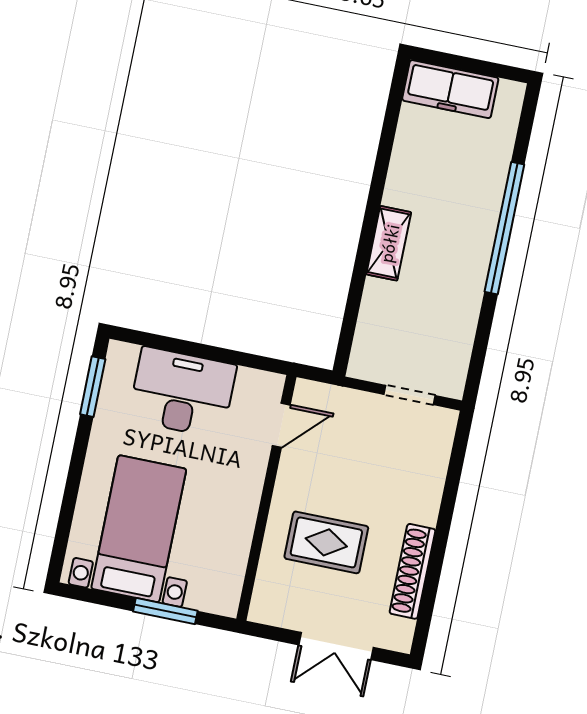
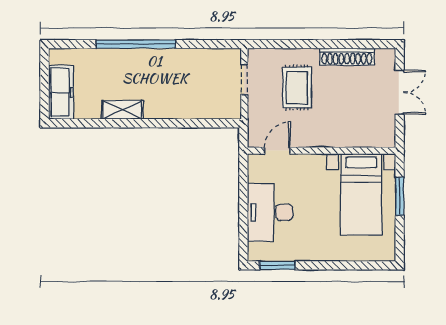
shelving: (389, 243) -> (122, 110), moved
door: (281, 425) -> (277, 151), hinge flipped
bed with nightstands: (139, 529) -> (361, 194), moved, turned -90
rug: (326, 542) -> (297, 88), moved

